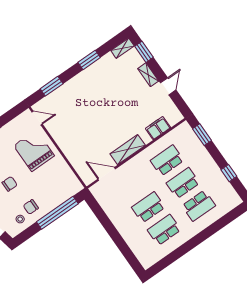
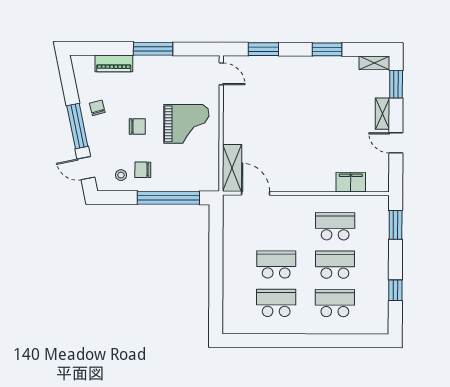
door: (168, 86) -> (396, 143), swing flipped
shelving: (128, 150) -> (232, 168), moved, turned 90
grand piano: (34, 151) -> (186, 124), moved, turned 90
school desk: (199, 206) -> (335, 303), turned 180

